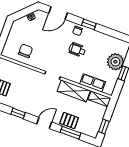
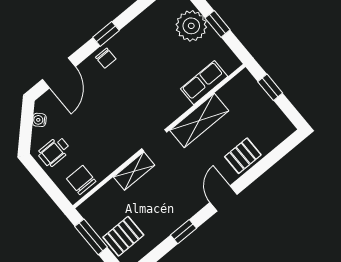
wheelchair: (77, 50) -> (54, 151), moved
chair: (25, 51) -> (81, 180), moved
shelving: (99, 99) -> (134, 171), moved
window: (104, 126) -> (270, 87), moved
window: (71, 133) -> (264, 165), removed

